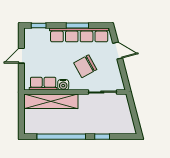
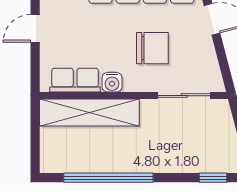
chair: (85, 66) -> (152, 48), turned -151
window: (102, 137) -> (213, 178), moved

